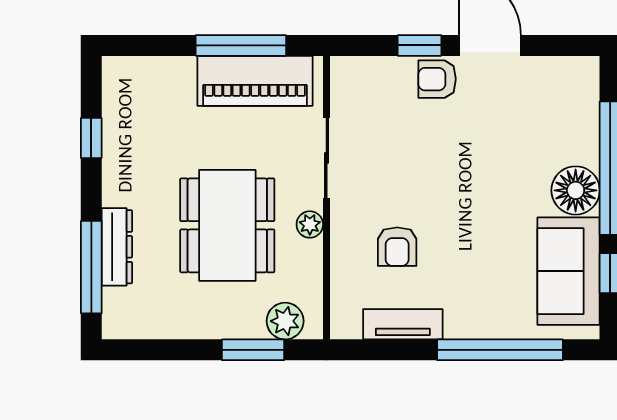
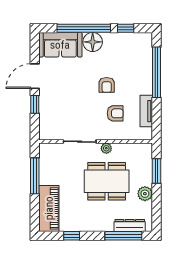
armchair: (437, 79) -> (107, 85), moved
piano: (255, 81) -> (49, 208), moved
dresser: (117, 247) -> (130, 225), moved
sofa: (569, 271) -> (60, 45), moved
plant: (285, 321) -> (145, 194), moved

